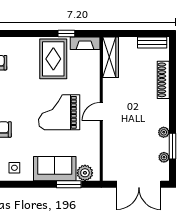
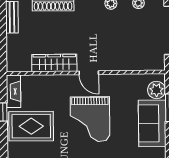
wardrobe: (110, 57) -> (54, 63), moved

